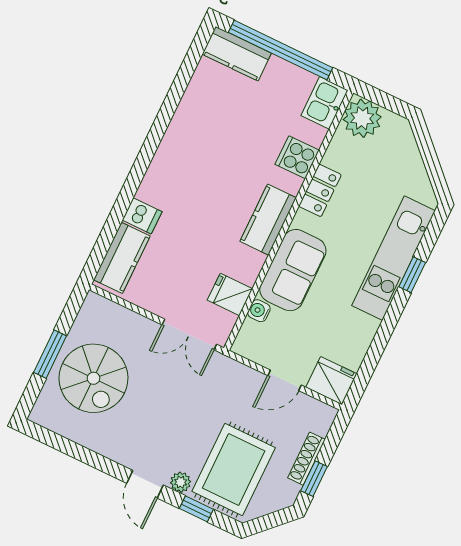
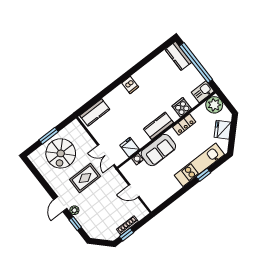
dishwasher: (142, 216) -> (130, 85), moved
fridge: (331, 381) -> (223, 130), moved, turned -135
rug: (234, 469) -> (85, 178), moved, width x0.73, depth x0.70

